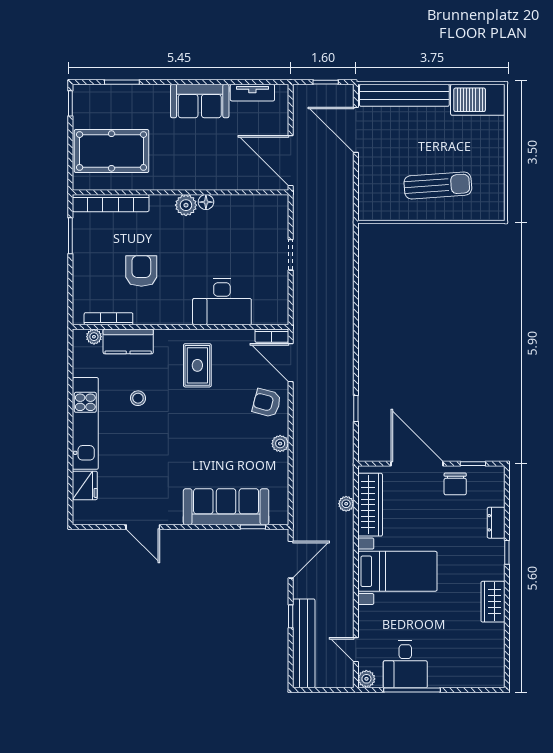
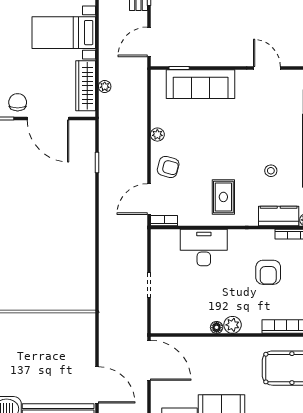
sun lounger: (438, 185) -> (31, 341), removed
door: (291, 363) -> (149, 199), swing flipped

